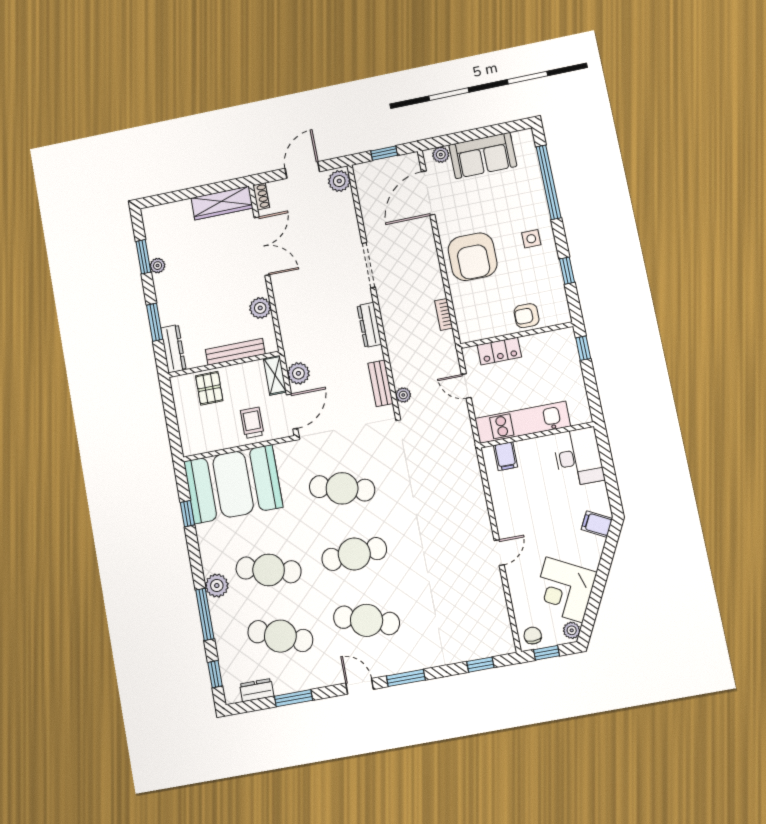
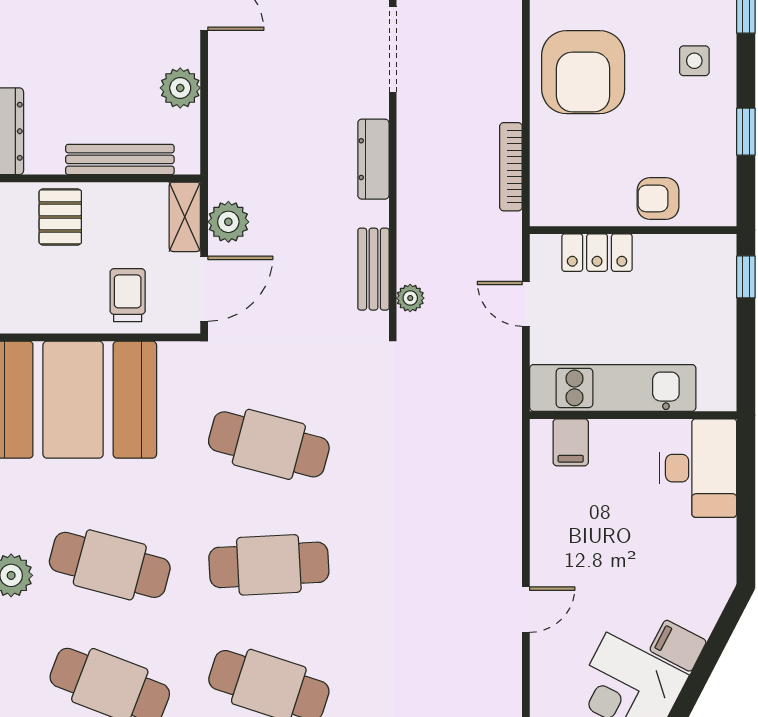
bookcase: (444, 314) -> (511, 167), width x1.56
filing cabinet: (597, 524) -> (678, 646), moved

